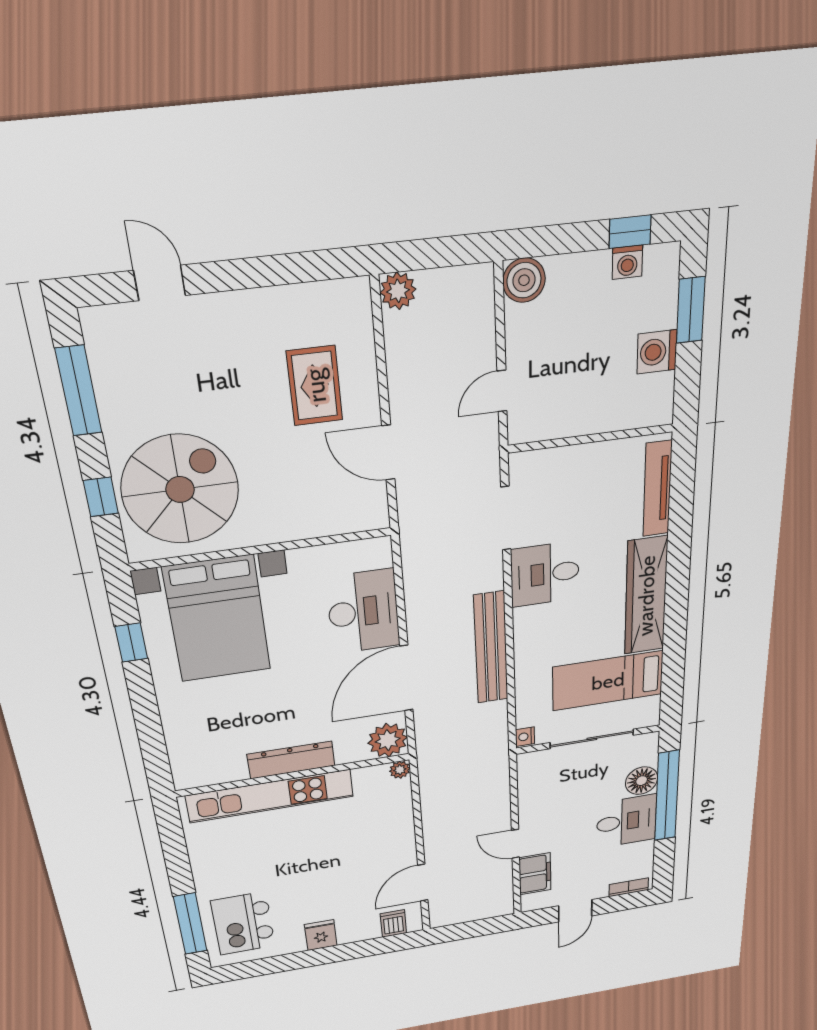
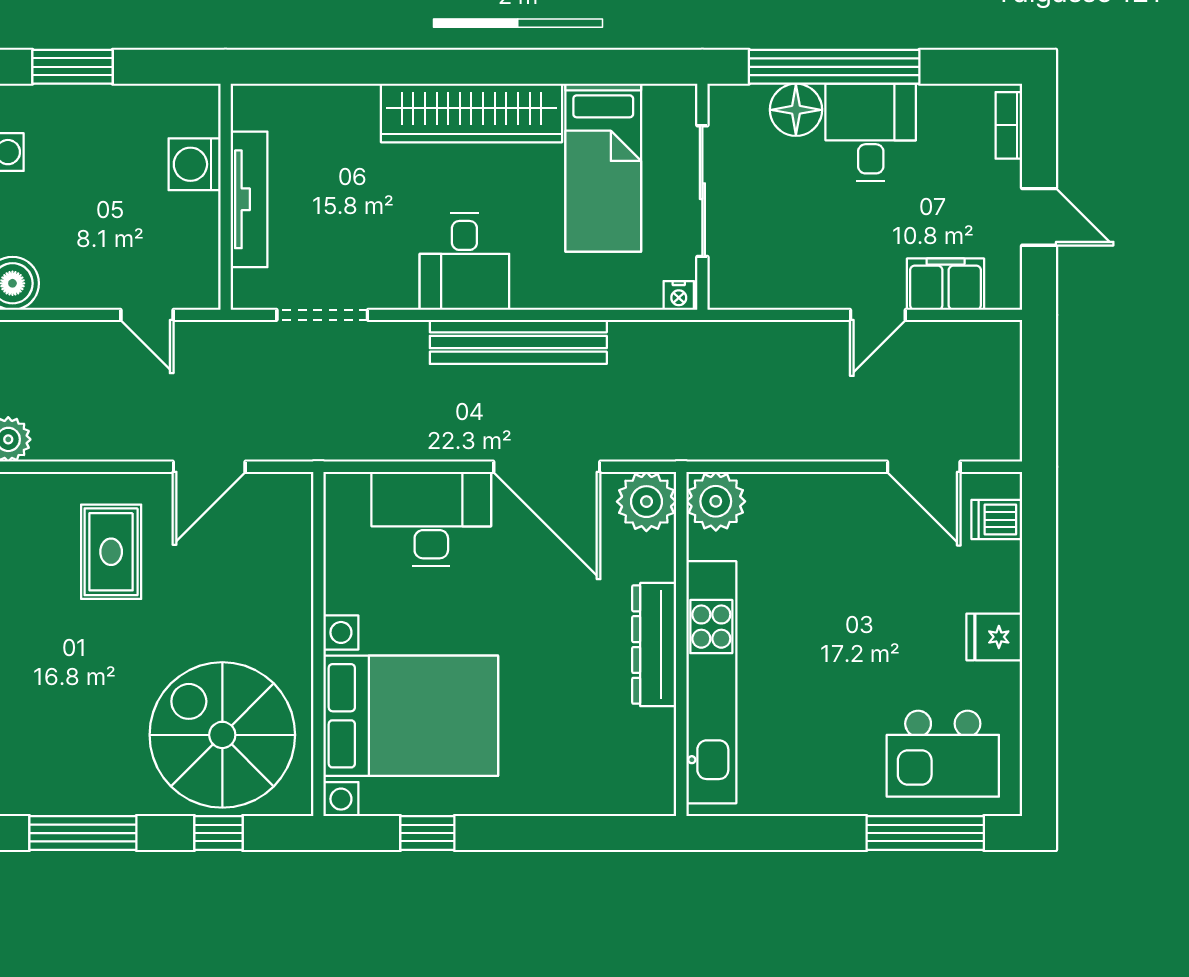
washing machine: (657, 352) -> (195, 164), moved, turned 90
rug: (315, 386) -> (111, 552), turned 90
tv unit: (657, 489) -> (249, 199), moved, turned -90
desk: (545, 574) -> (464, 262), moved
plant: (400, 770) -> (716, 501), width x1.88, depth x1.88

